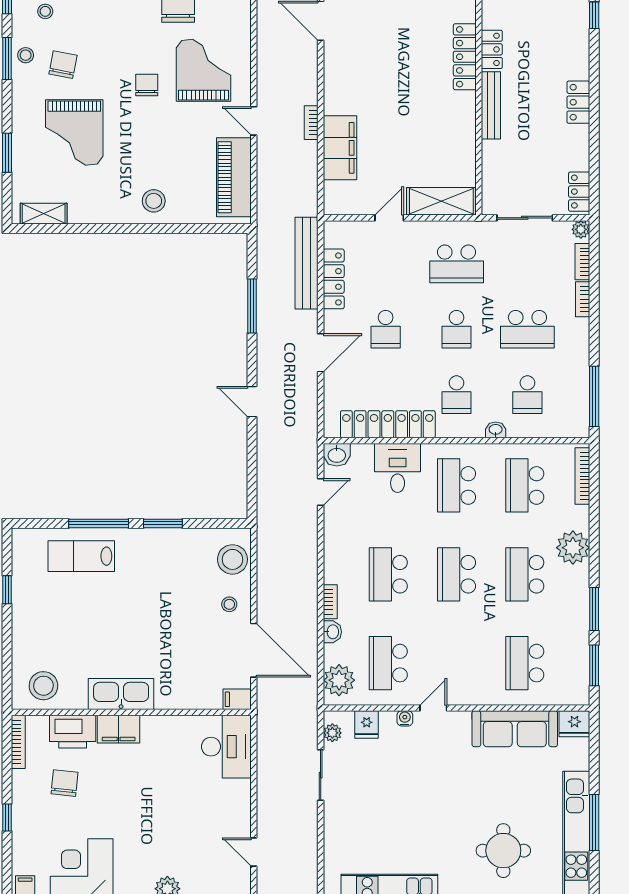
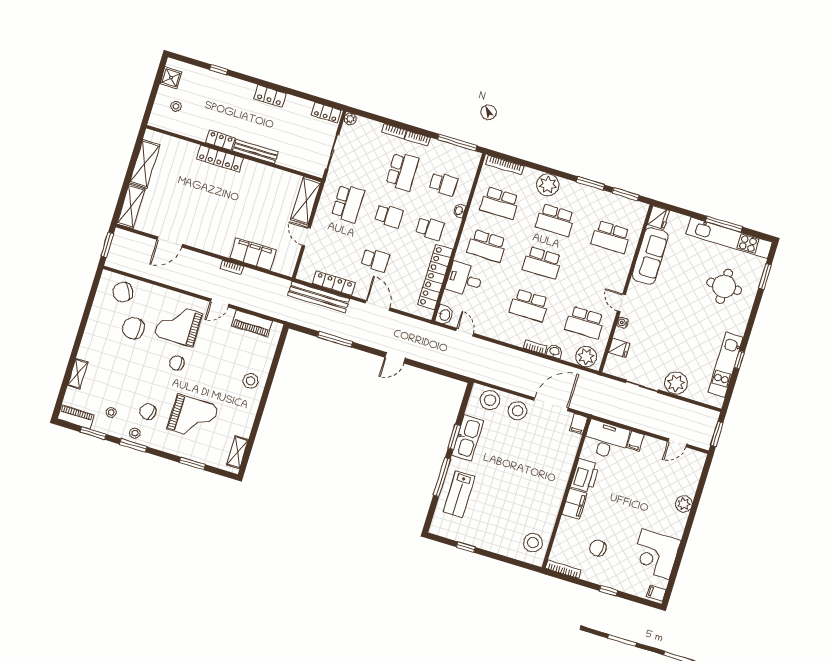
piano: (234, 177) -> (252, 323), width x0.73, depth x0.75
bookcase: (582, 262) -> (418, 138), moved
stool: (229, 604) -> (518, 411), width x1.89, depth x1.89
kitchen sink: (121, 694) -> (468, 438), moved, turned 180
printer: (73, 732) -> (585, 476), moved
plant: (332, 733) -> (676, 383), moved, width x1.88, depth x1.88
filing cabinet: (238, 790) -> (635, 441), added

